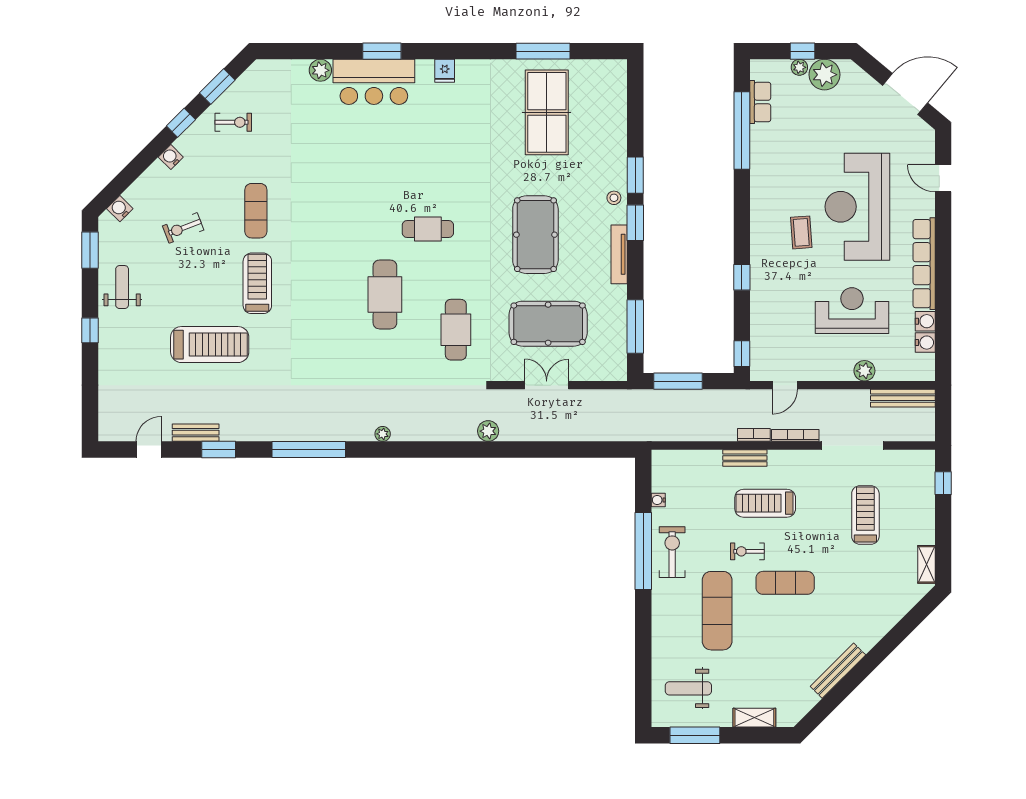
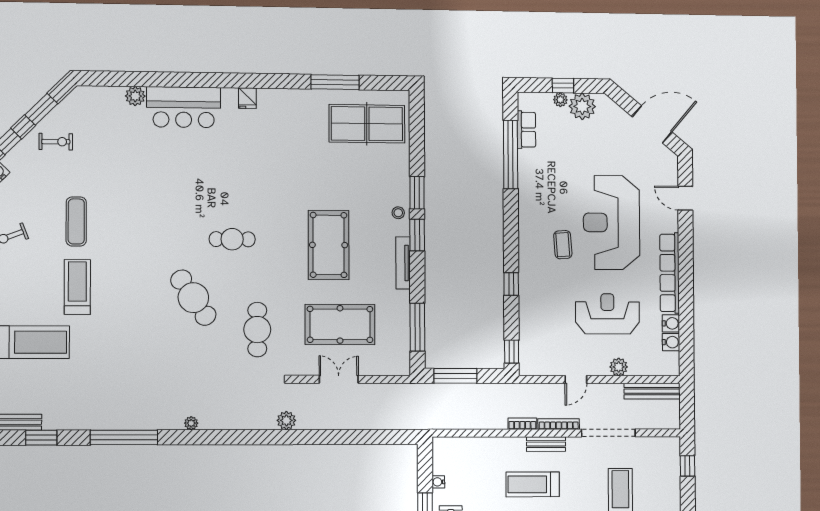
window: (382, 51) -> (191, 80), removed
table tennis table: (547, 112) -> (367, 124), moved, turned 90
cafe table: (385, 294) -> (193, 298), turned -34
door: (785, 385) -> (576, 380), moved
bench: (745, 458) -> (546, 444), moved

